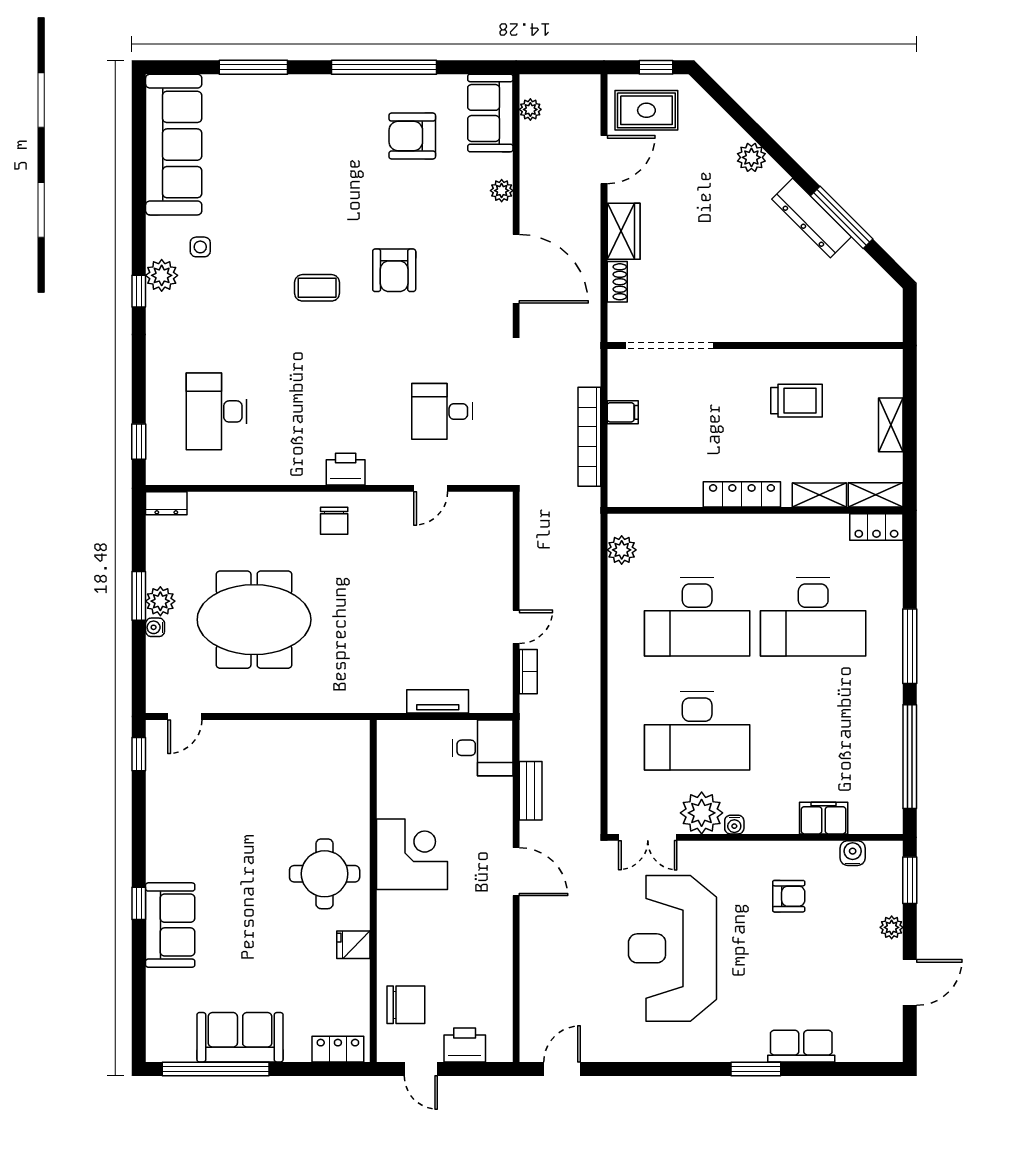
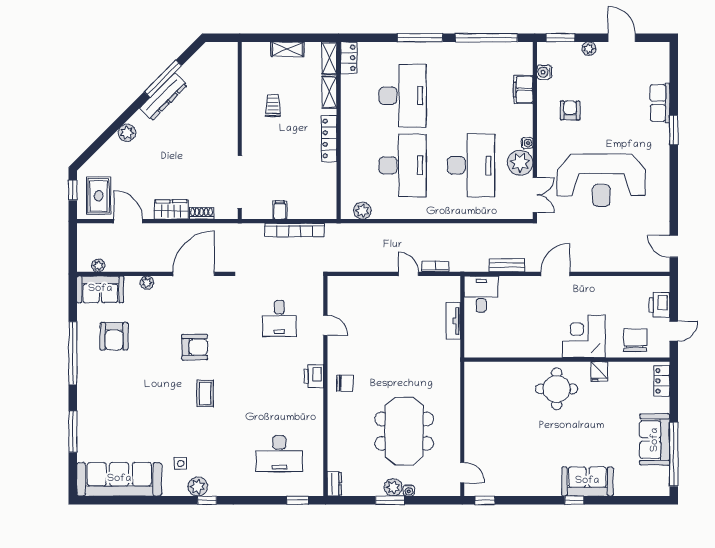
trolley: (796, 401) -> (273, 106), width x0.73, depth x0.72
corner desk: (412, 854) -> (584, 336), moved

